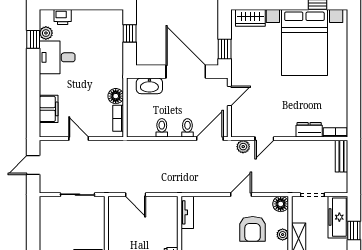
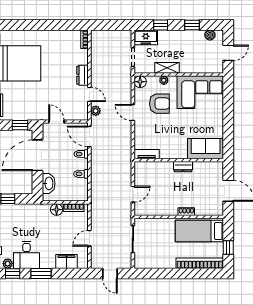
window: (33, 76) -> (41, 274), added
dresser: (309, 130) -> (83, 75), moved
bench: (342, 156) -> (103, 35), removed
freezer: (338, 217) -> (146, 37), width x0.71

